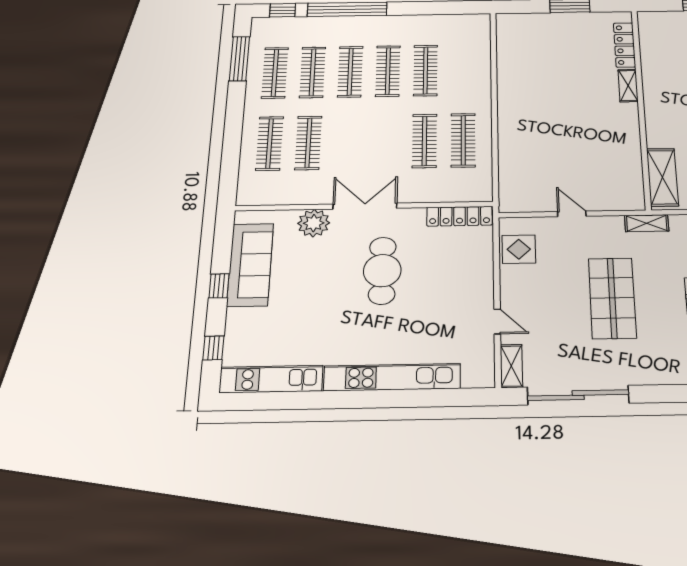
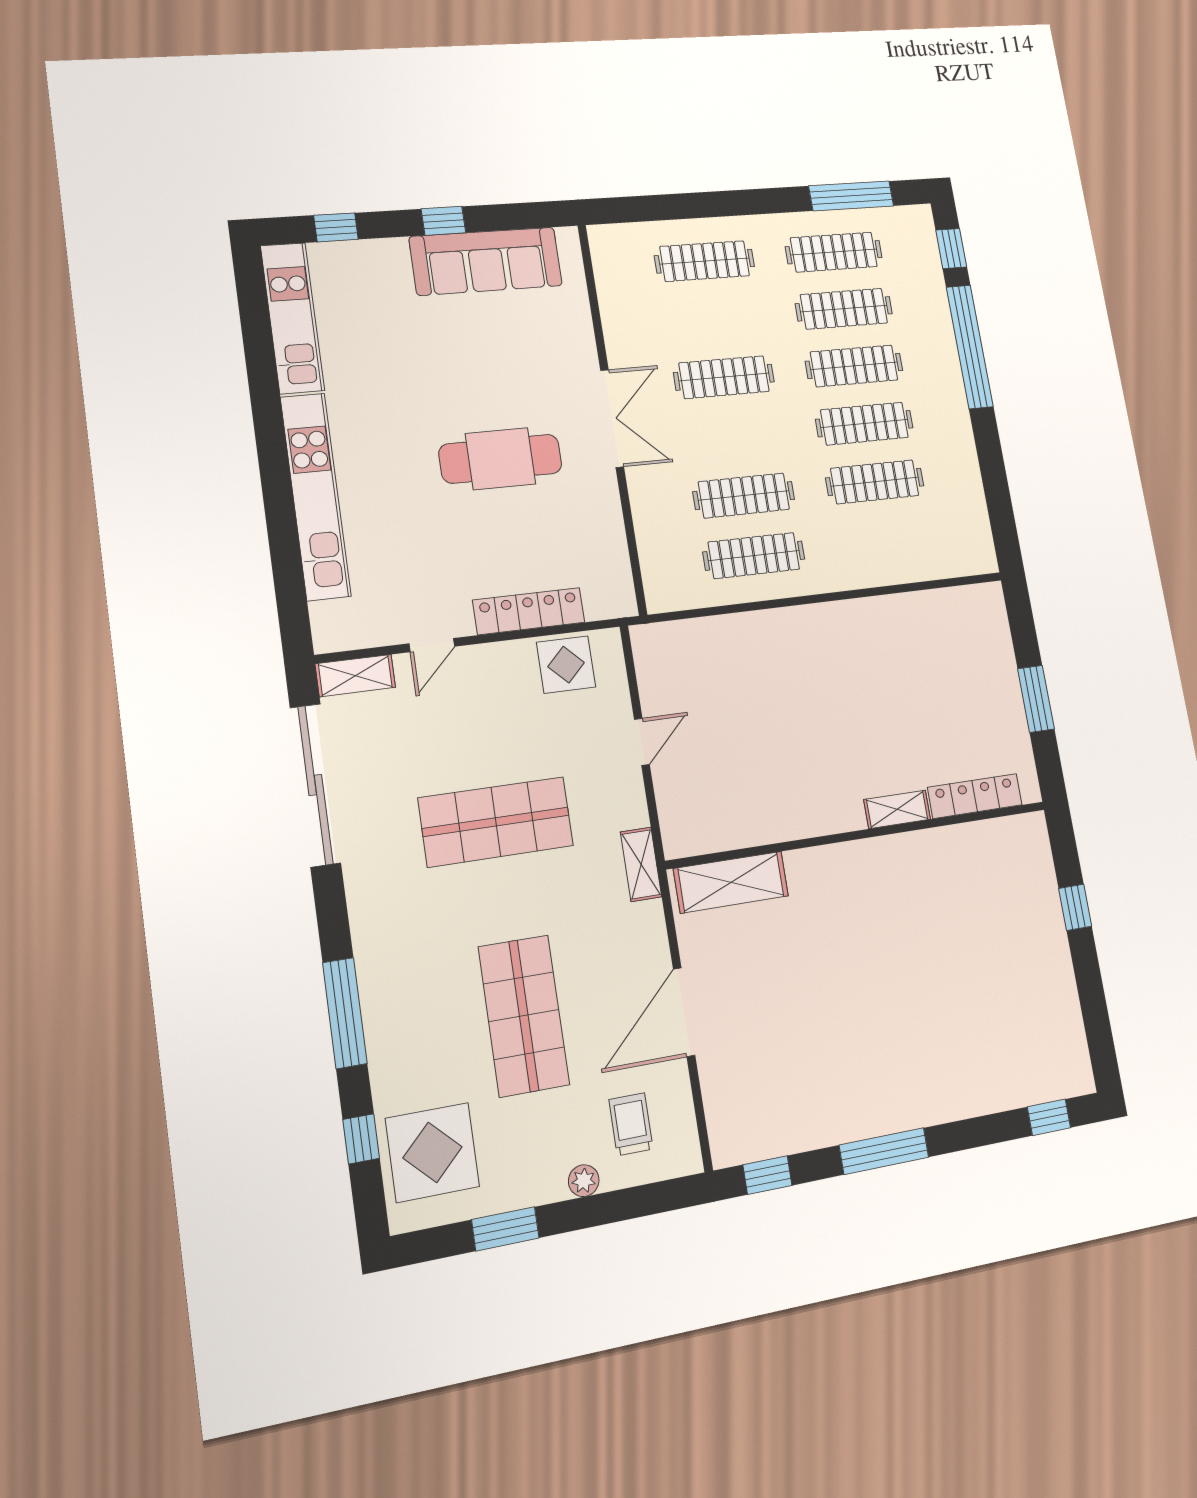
clothes rail: (308, 143) -> (724, 377), moved
locker: (460, 216) -> (529, 611), moved, turned 90
plant: (314, 223) -> (571, 345), removed

